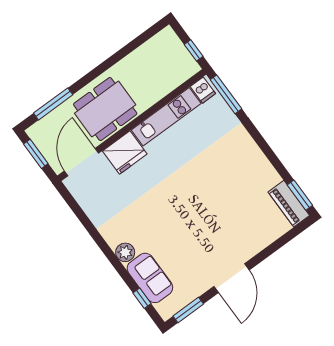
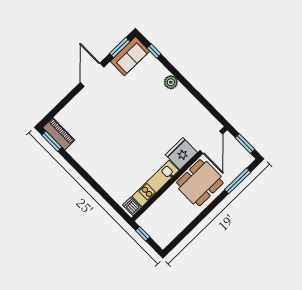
window: (226, 94) -> (115, 206), removed
sofa: (150, 278) -> (130, 56), moved, turned -90

